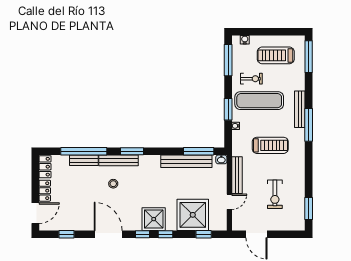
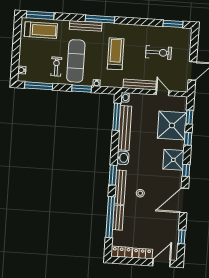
treadmill: (276, 55) -> (41, 30), moved, turned -90
washbasin: (152, 161) -> (123, 158), added
door: (35, 213) -> (162, 263), hinge flipped
window: (166, 234) -> (188, 139), moved

